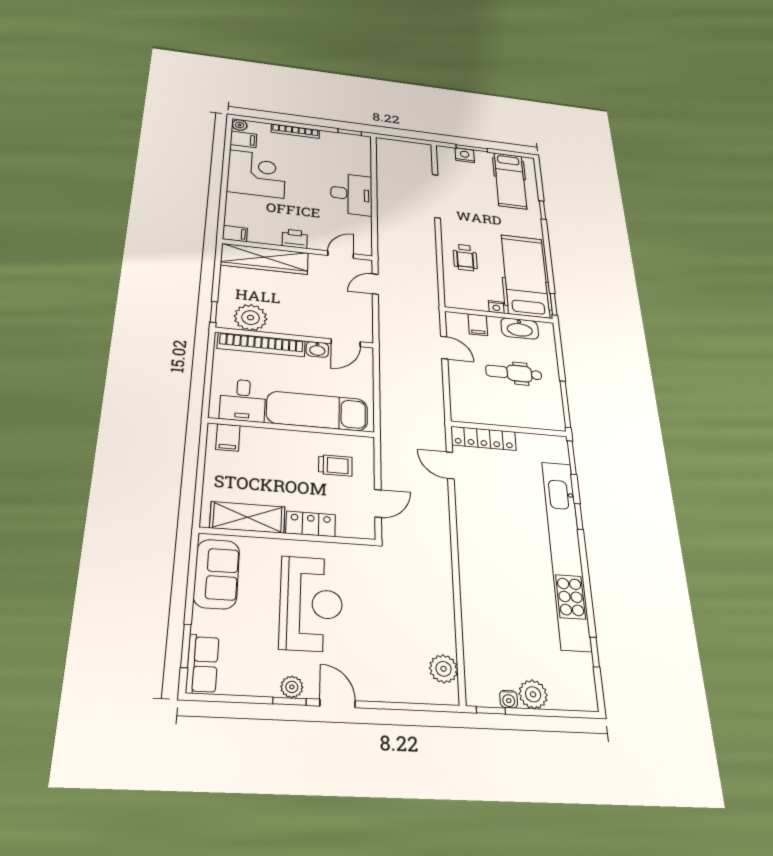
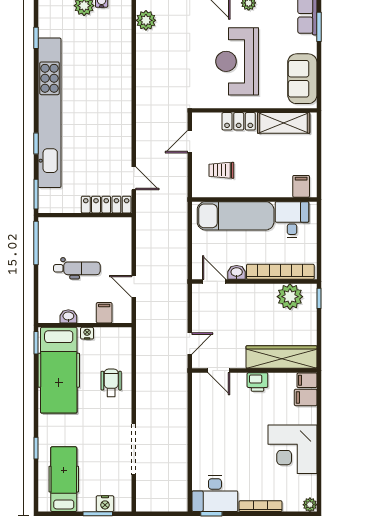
filing cabinet: (243, 139) -> (306, 397), moved
desk: (351, 194) -> (215, 494), moved, turned -90
door: (341, 255) -> (219, 371), hinge flipped
washbasin: (520, 329) -> (68, 316), width x0.52, depth x0.69
door: (346, 343) -> (214, 281), hinge flipped

